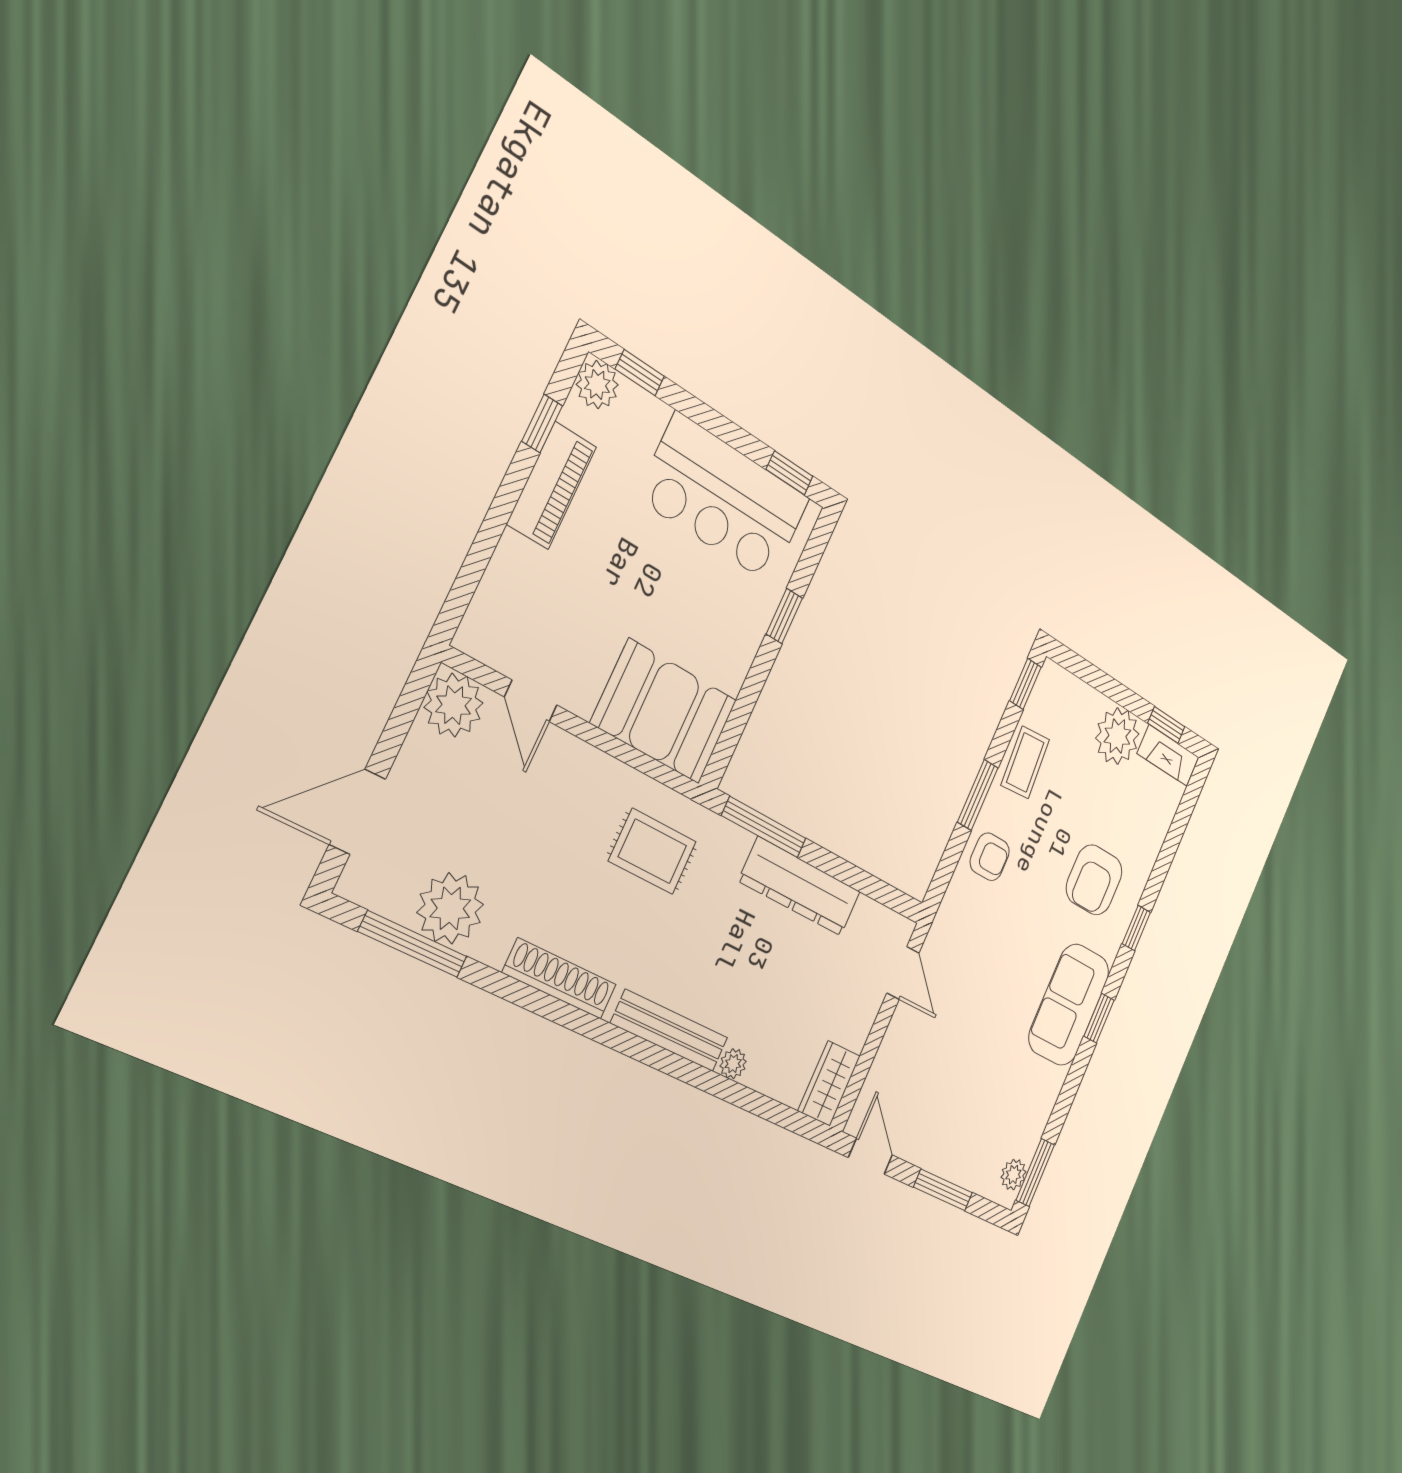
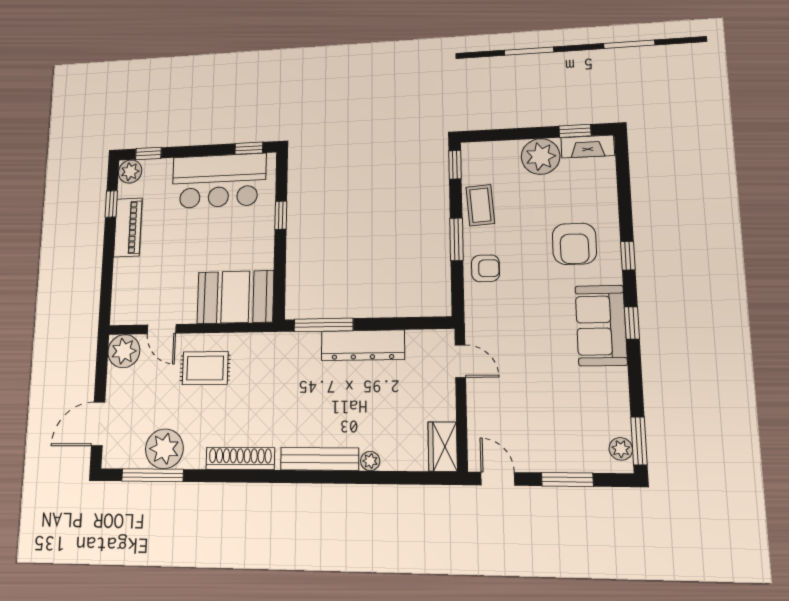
rug: (652, 851) -> (205, 368), moved

